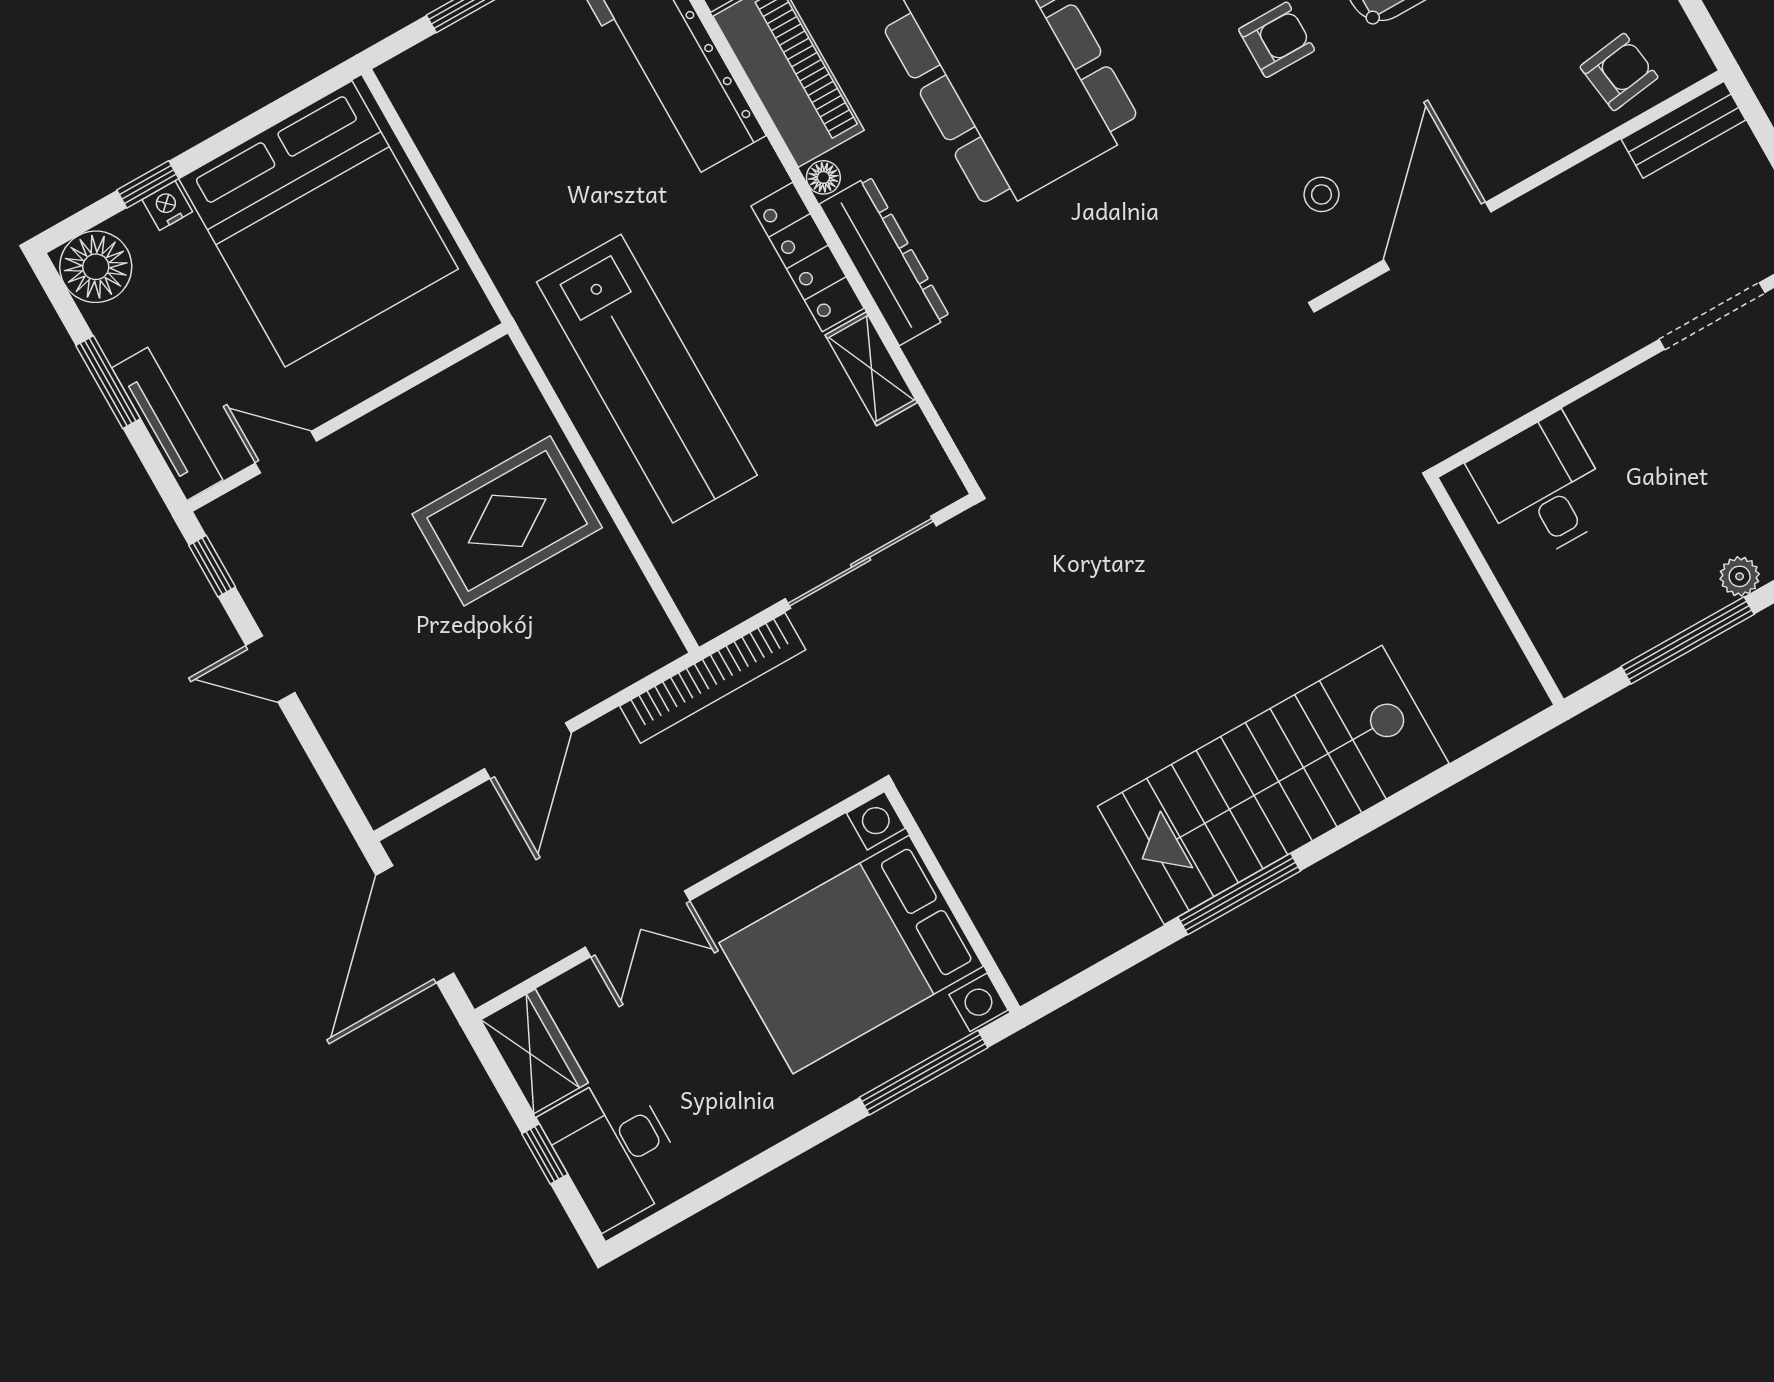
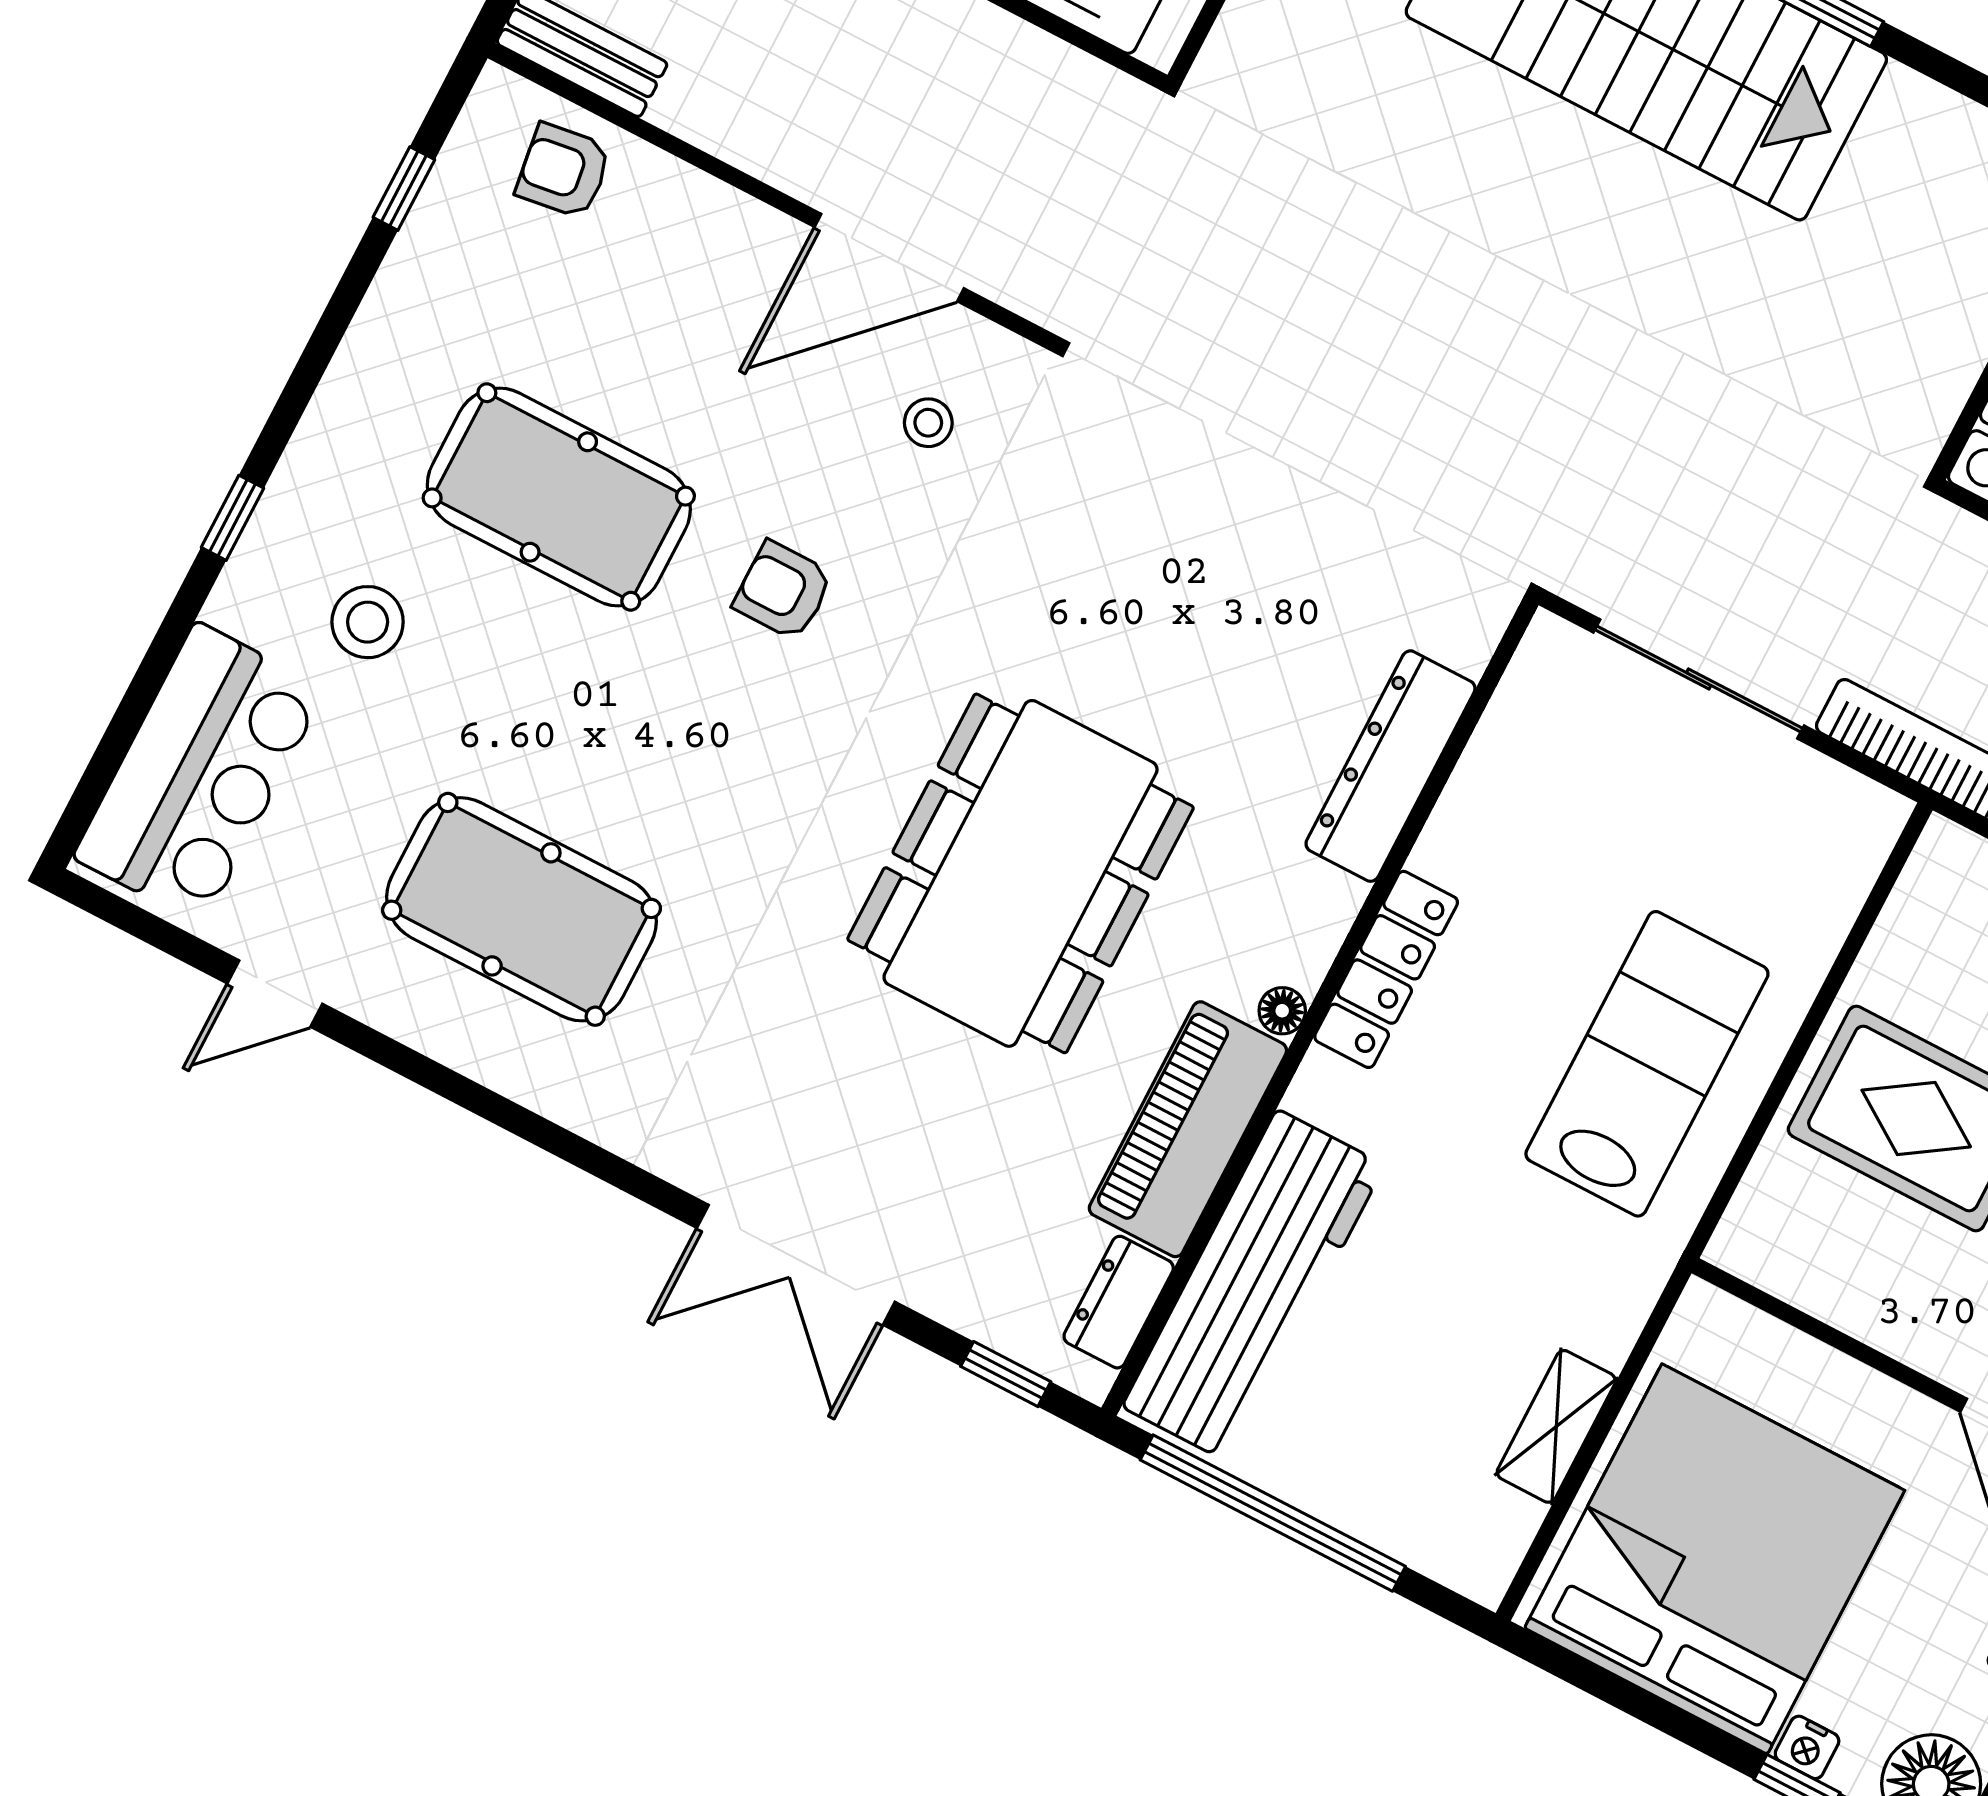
dresser: (885, 261) -> (1391, 766), moved
shelving: (871, 369) -> (1556, 1426), moved
lab bench: (647, 379) -> (1647, 1064), width x0.73

